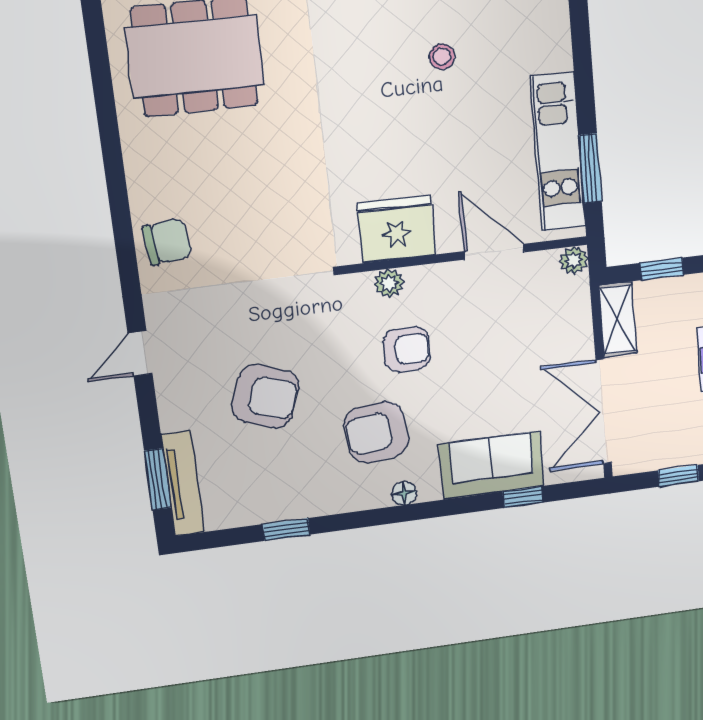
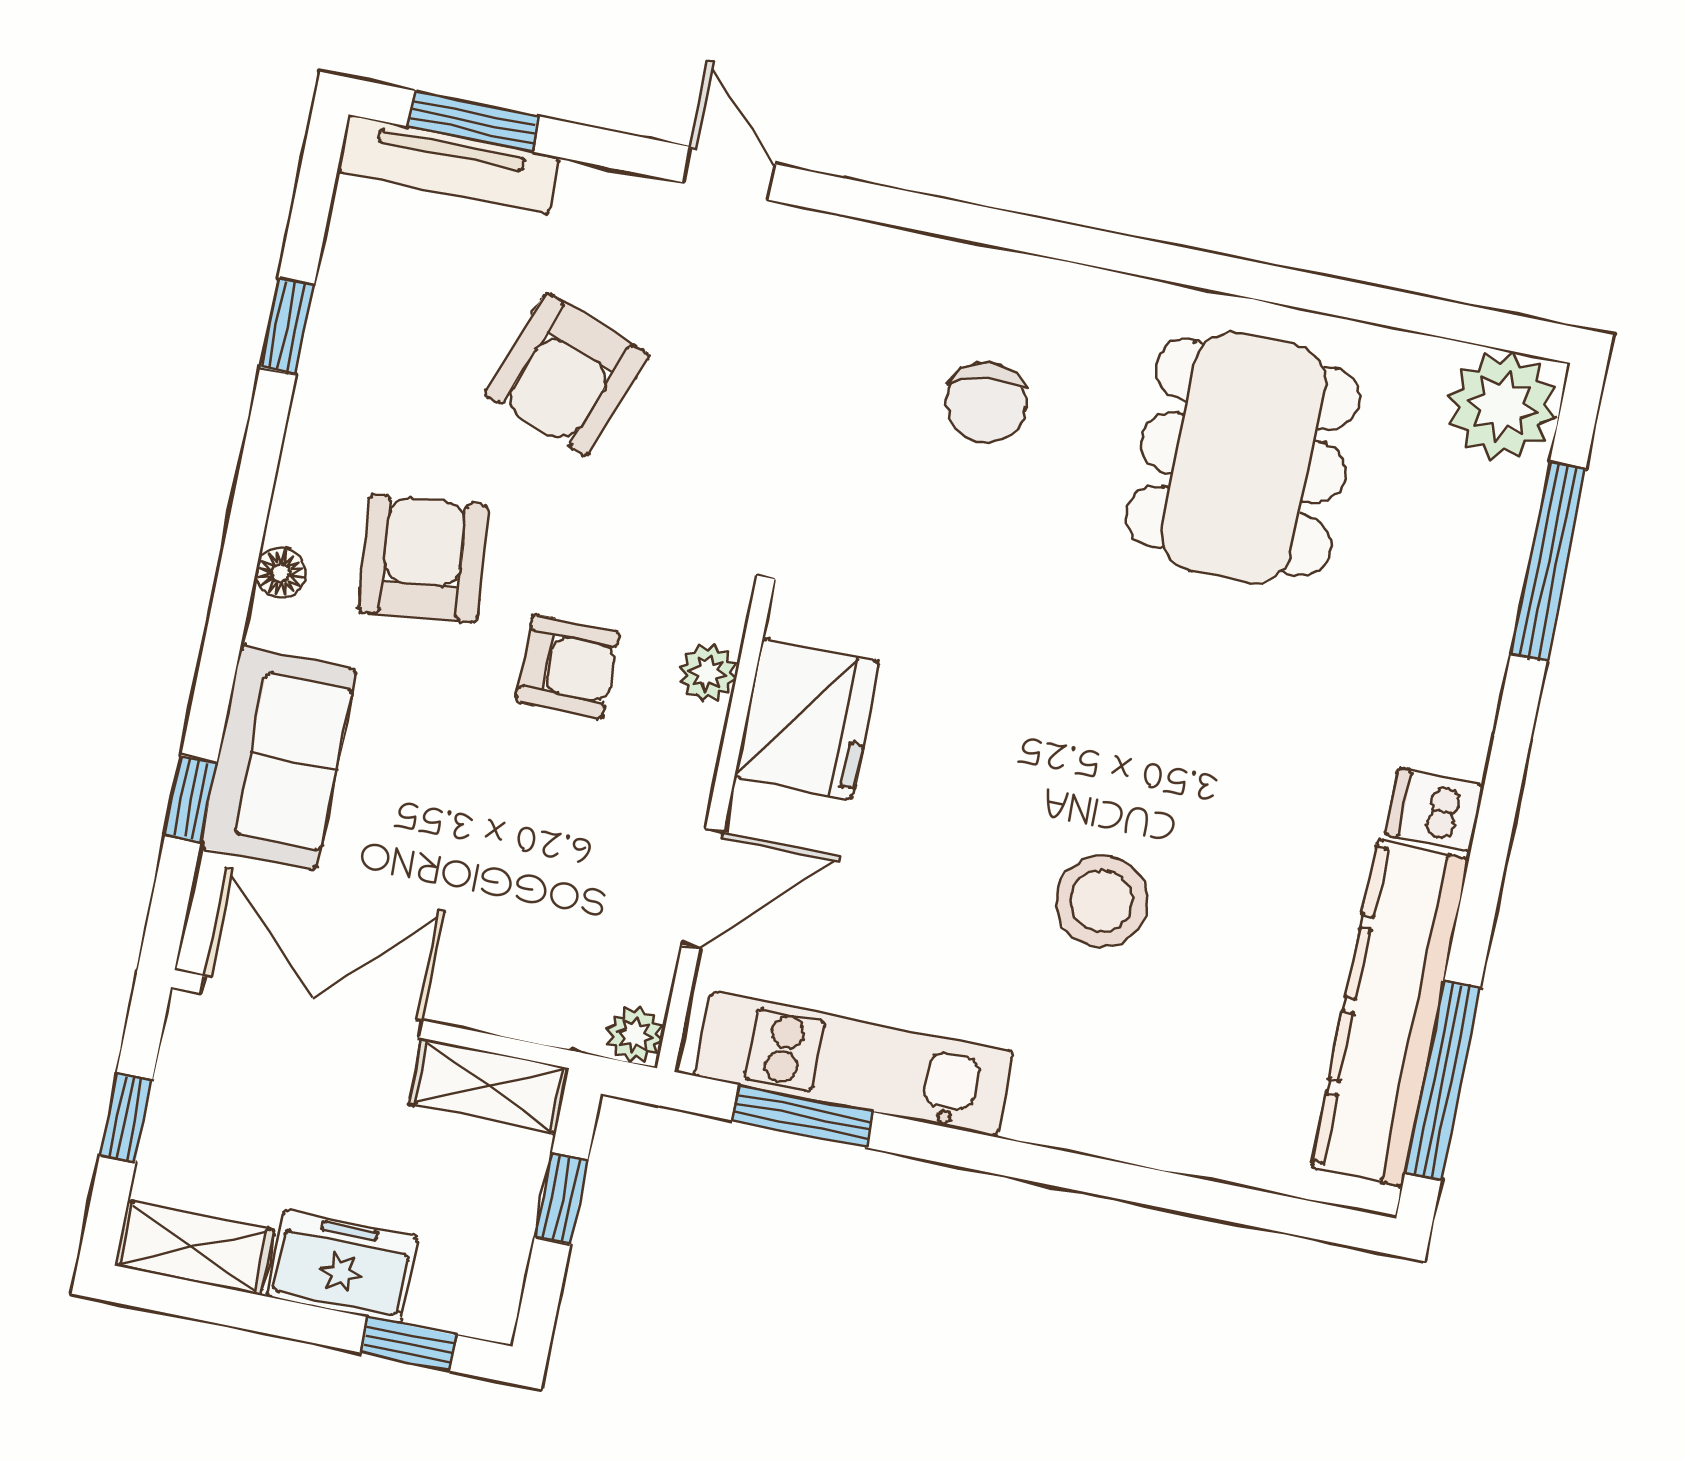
stool: (442, 57) -> (1102, 901), width x1.89, depth x1.89
chair: (167, 242) -> (986, 403), moved
armchair: (407, 349) -> (568, 667), turned -90

